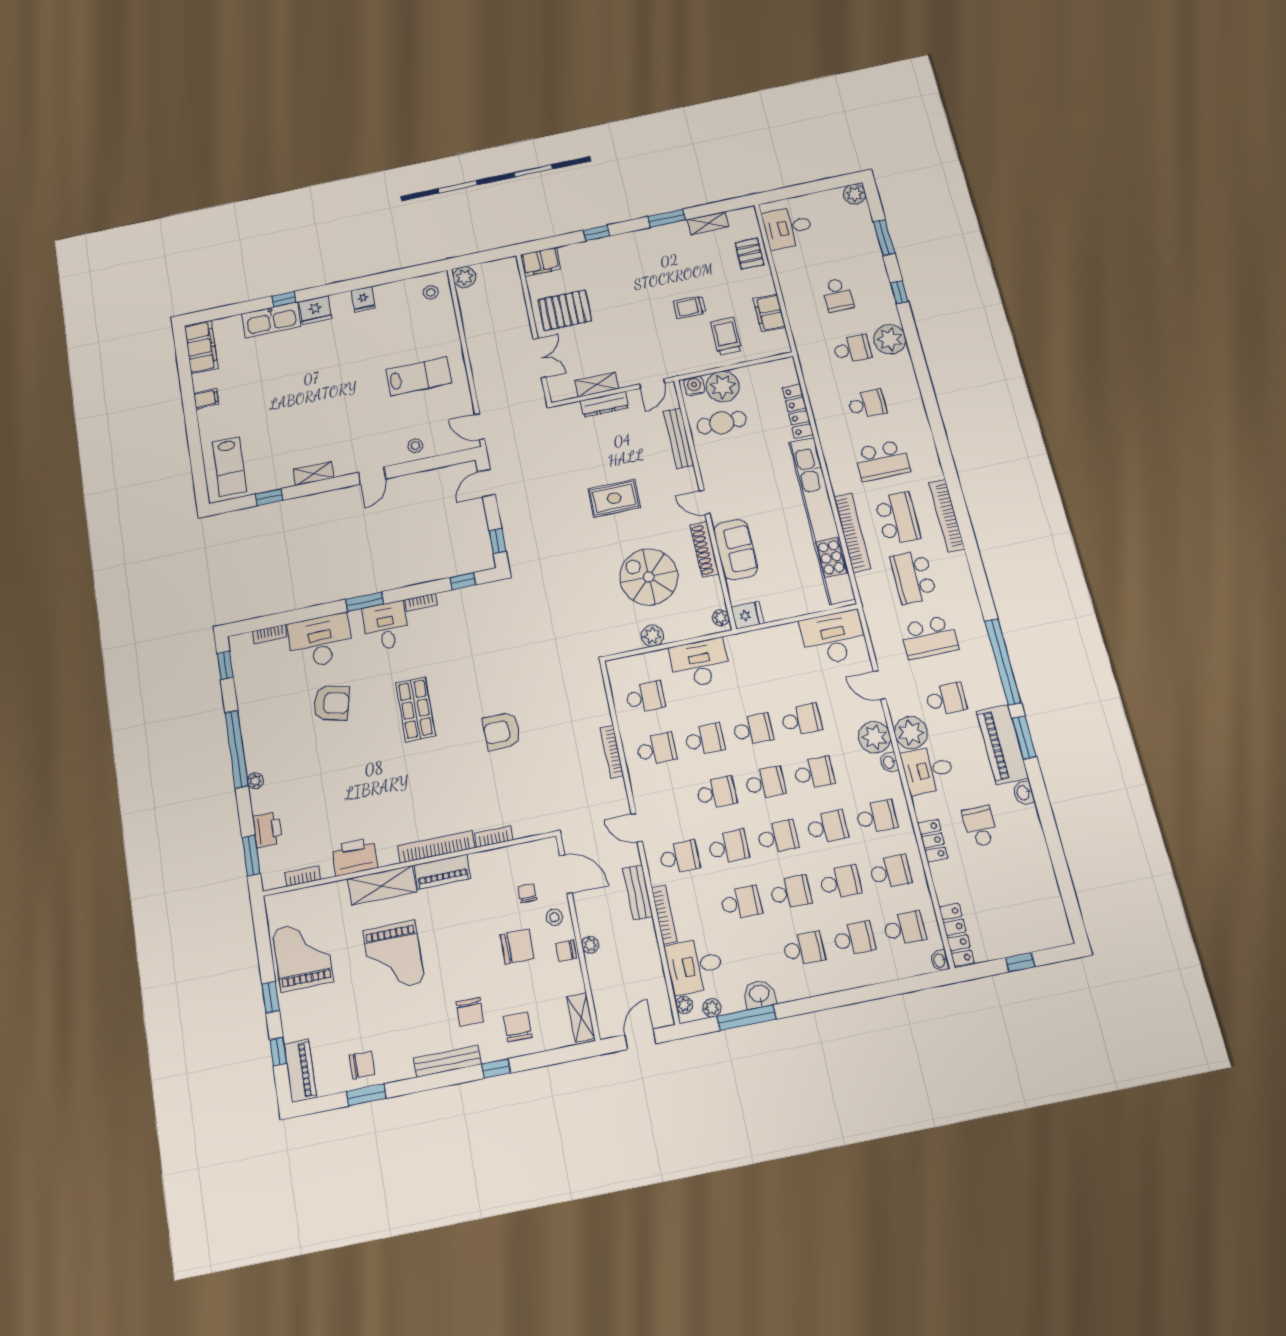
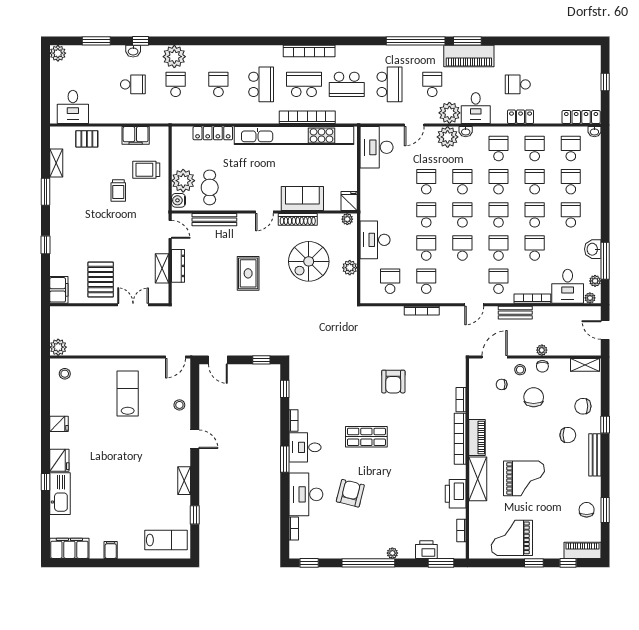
washbasin: (1023, 793) -> (133, 51), moved

